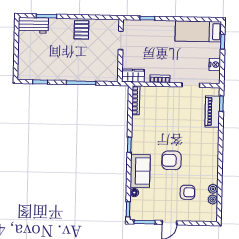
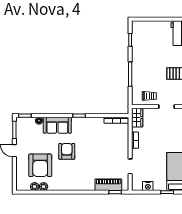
trolley: (108, 61) -> (149, 96), added
armchair: (187, 192) -> (40, 165), width x1.88, depth x1.88

